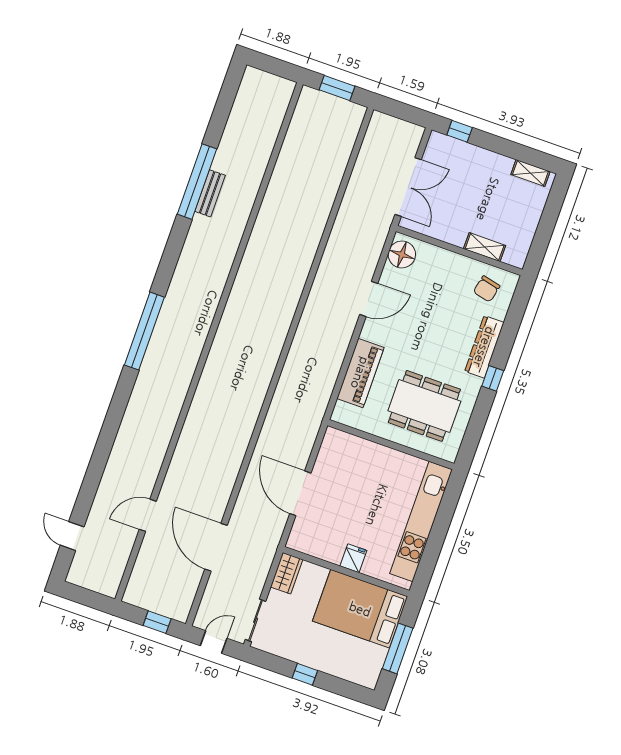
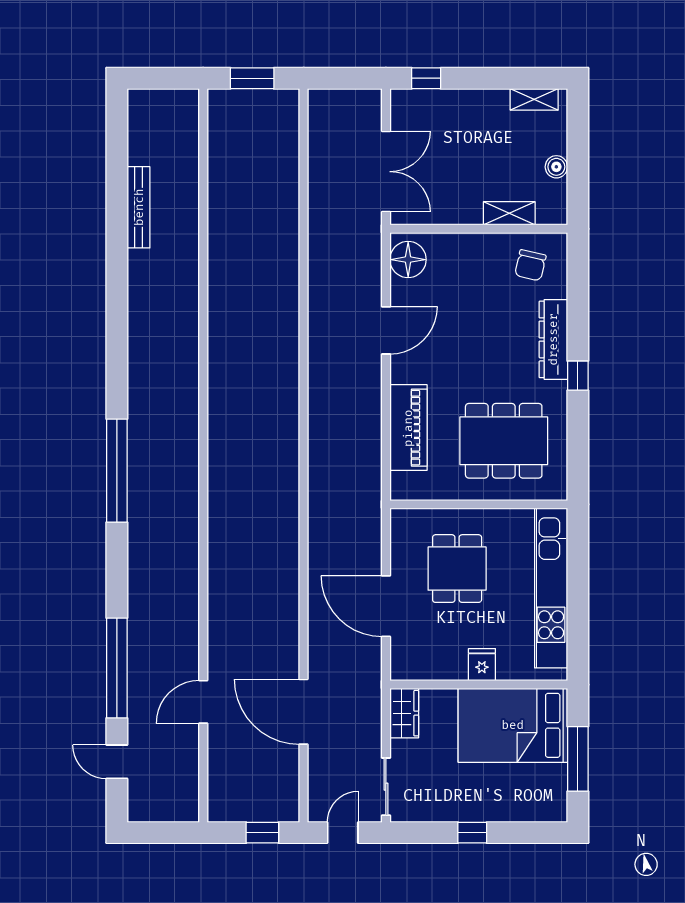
window: (197, 182) -> (117, 668), moved
bench: (210, 193) -> (139, 207), moved, width x1.36
boiler: (529, 226) -> (556, 167), added
dining table: (360, 484) -> (457, 569), added

